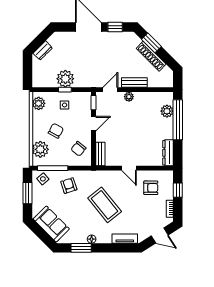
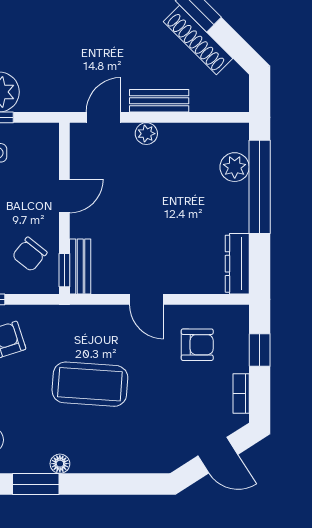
window: (94, 103) -> (64, 270), moved
coffee table: (105, 205) -> (90, 384), turned -47
tv unit: (125, 239) -> (137, 462), removed

